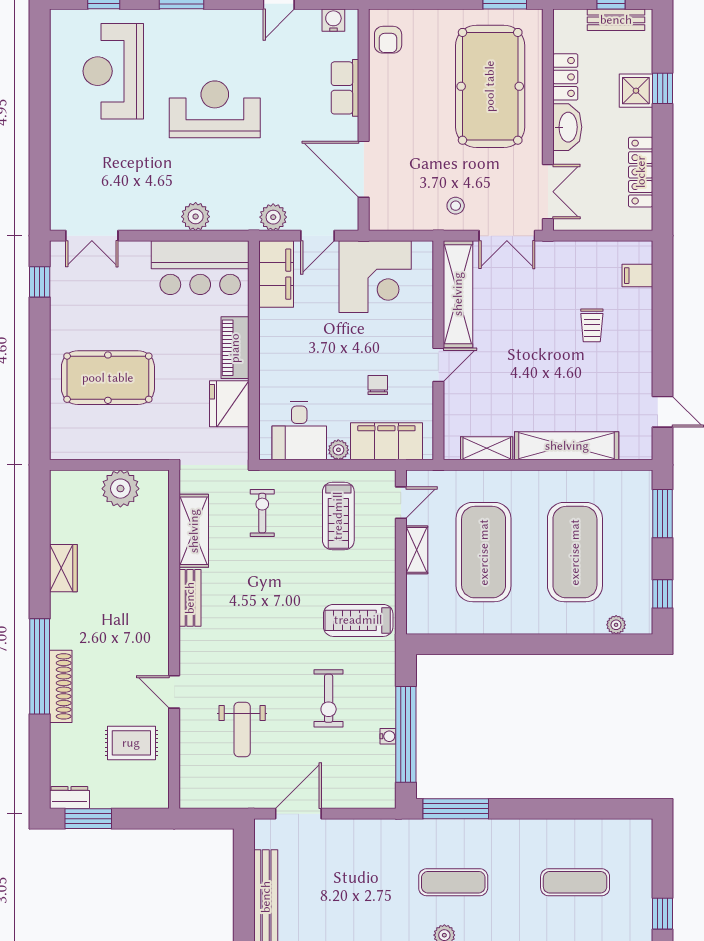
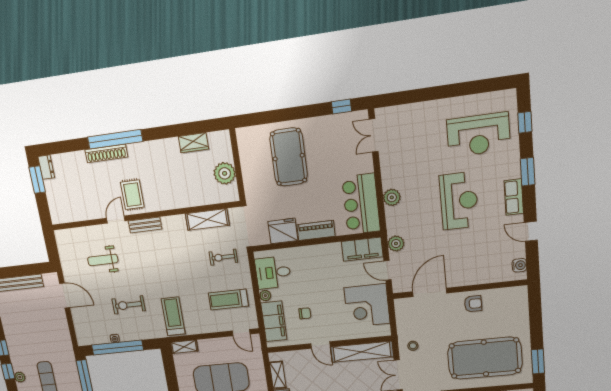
armchair: (388, 40) -> (473, 304), moved, turned 180
reception desk: (113, 71) -> (478, 135), turned 180
row of seats: (345, 88) -> (514, 197), moved, turned -90
exercise bike: (262, 513) -> (223, 257), turned 180
shelving: (417, 550) -> (184, 347), moved
wardrobe: (63, 568) -> (193, 143), moved
bench: (190, 598) -> (145, 225), moved
rug: (131, 743) -> (132, 195), moved

